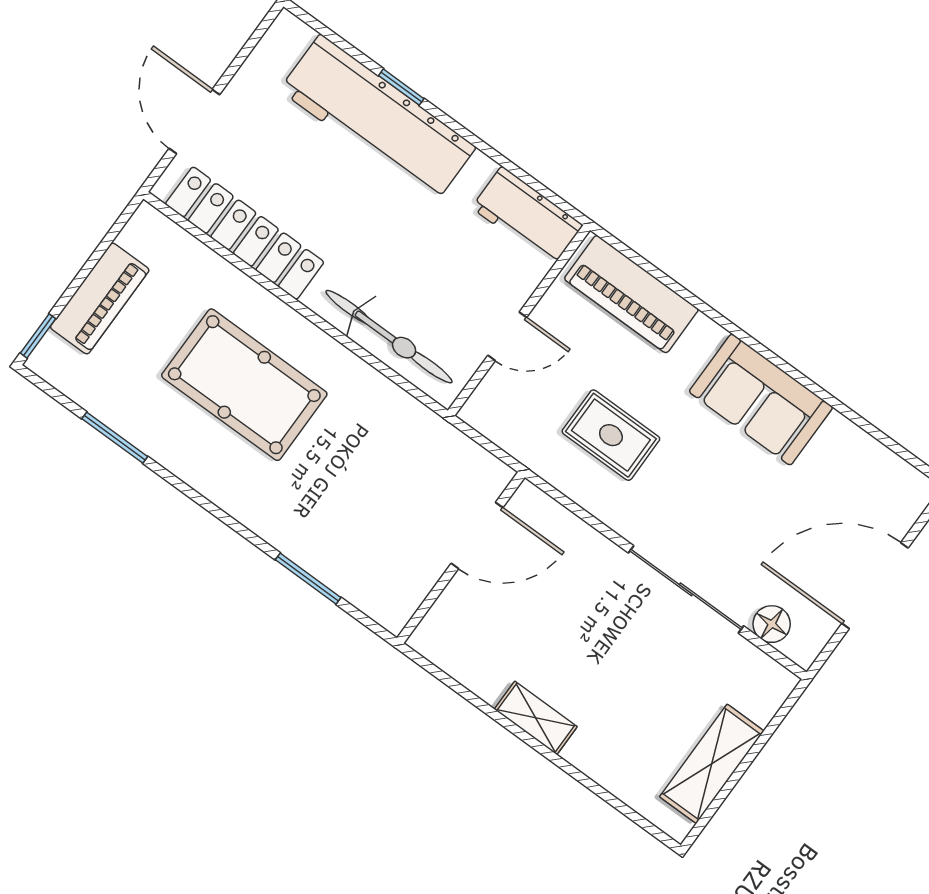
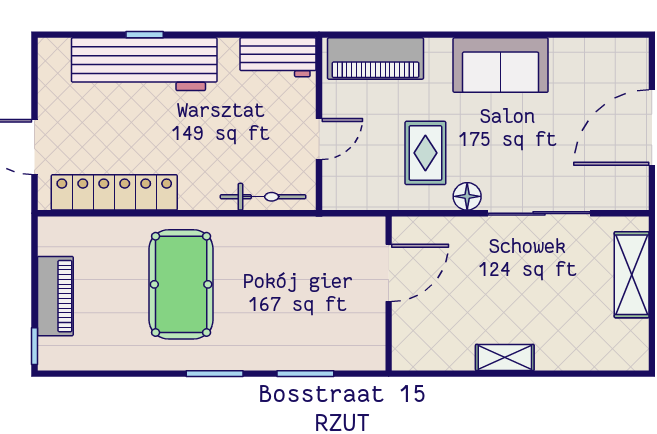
bicycle: (389, 337) -> (263, 197), width x0.73, depth x0.71
pool table: (244, 385) -> (181, 284), turned 90
rug: (611, 435) -> (425, 153), turned 90
window: (115, 438) -> (215, 374), moved
floor lamp: (772, 624) -> (467, 196), moved
shelving: (712, 764) -> (632, 275), moved

